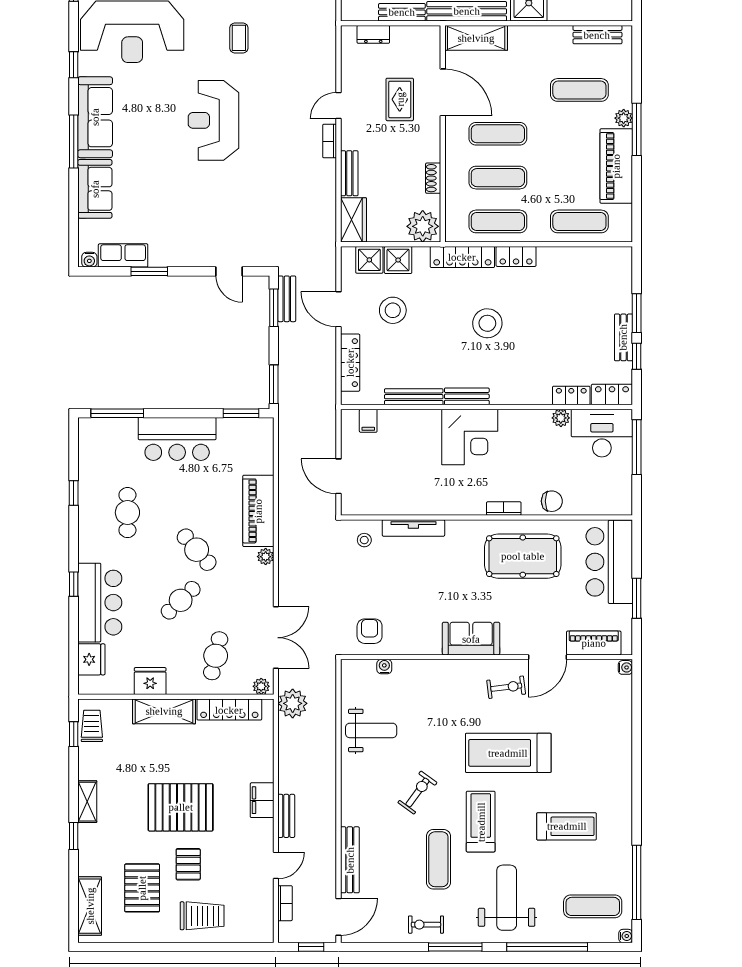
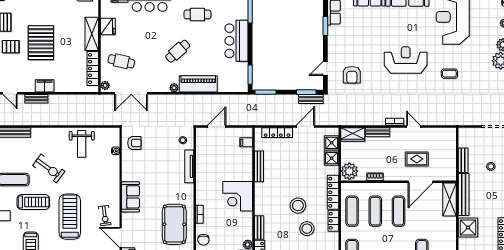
dresser: (373, 34) -> (451, 145), removed
armchair: (241, 222) -> (352, 75), added
stool: (393, 310) -> (307, 229), moved
bench: (467, 396) -> (259, 228), moved
cafe table: (181, 600) -> (151, 43), removed
plant: (293, 703) -> (96, 102), removed
exercise bike: (417, 793) -> (49, 168), width x1.38, depth x1.39

